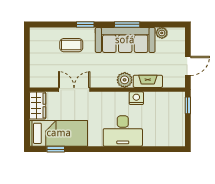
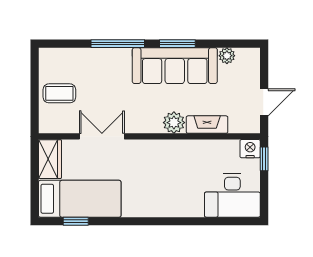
window: (85, 24) -> (118, 44), width x2.17
coffee table: (71, 45) -> (59, 93), moved
nightstand: (136, 98) -> (250, 149), moved
desk: (123, 131) -> (232, 195), moved

